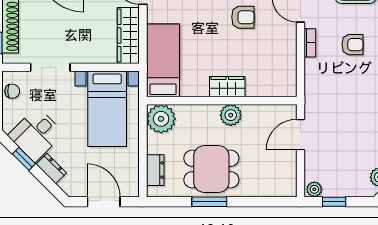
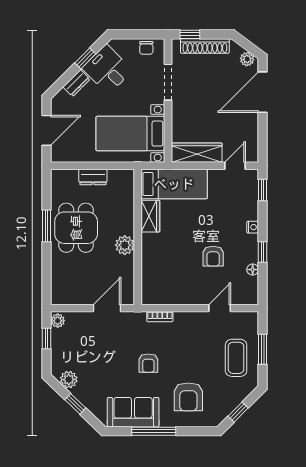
bookcase: (310, 43) -> (160, 317), moved
armchair: (353, 45) -> (148, 363), moved
wardrobe: (227, 87) -> (150, 216), moved
plant: (161, 119) -> (121, 182), removed
door: (300, 135) -> (107, 308), hinge flipped
dresser: (155, 170) -> (93, 177), moved

